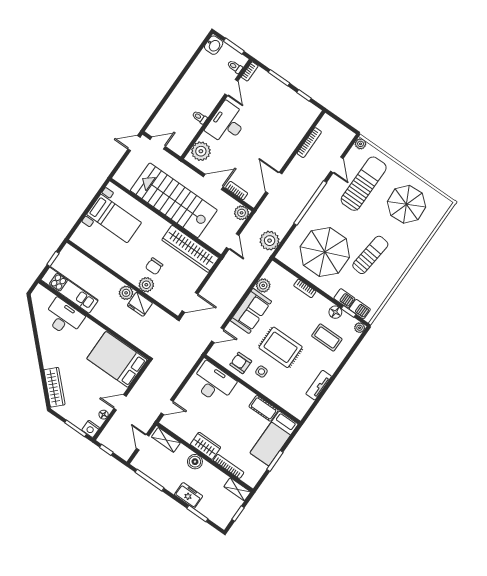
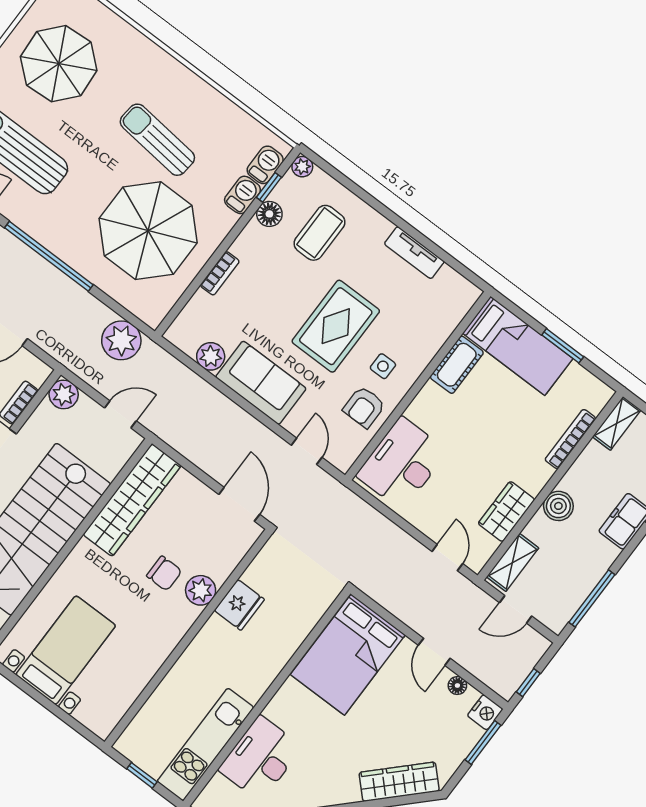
plant: (126, 293) -> (215, 632), removed
wardrobe: (206, 446) -> (506, 511), moved

